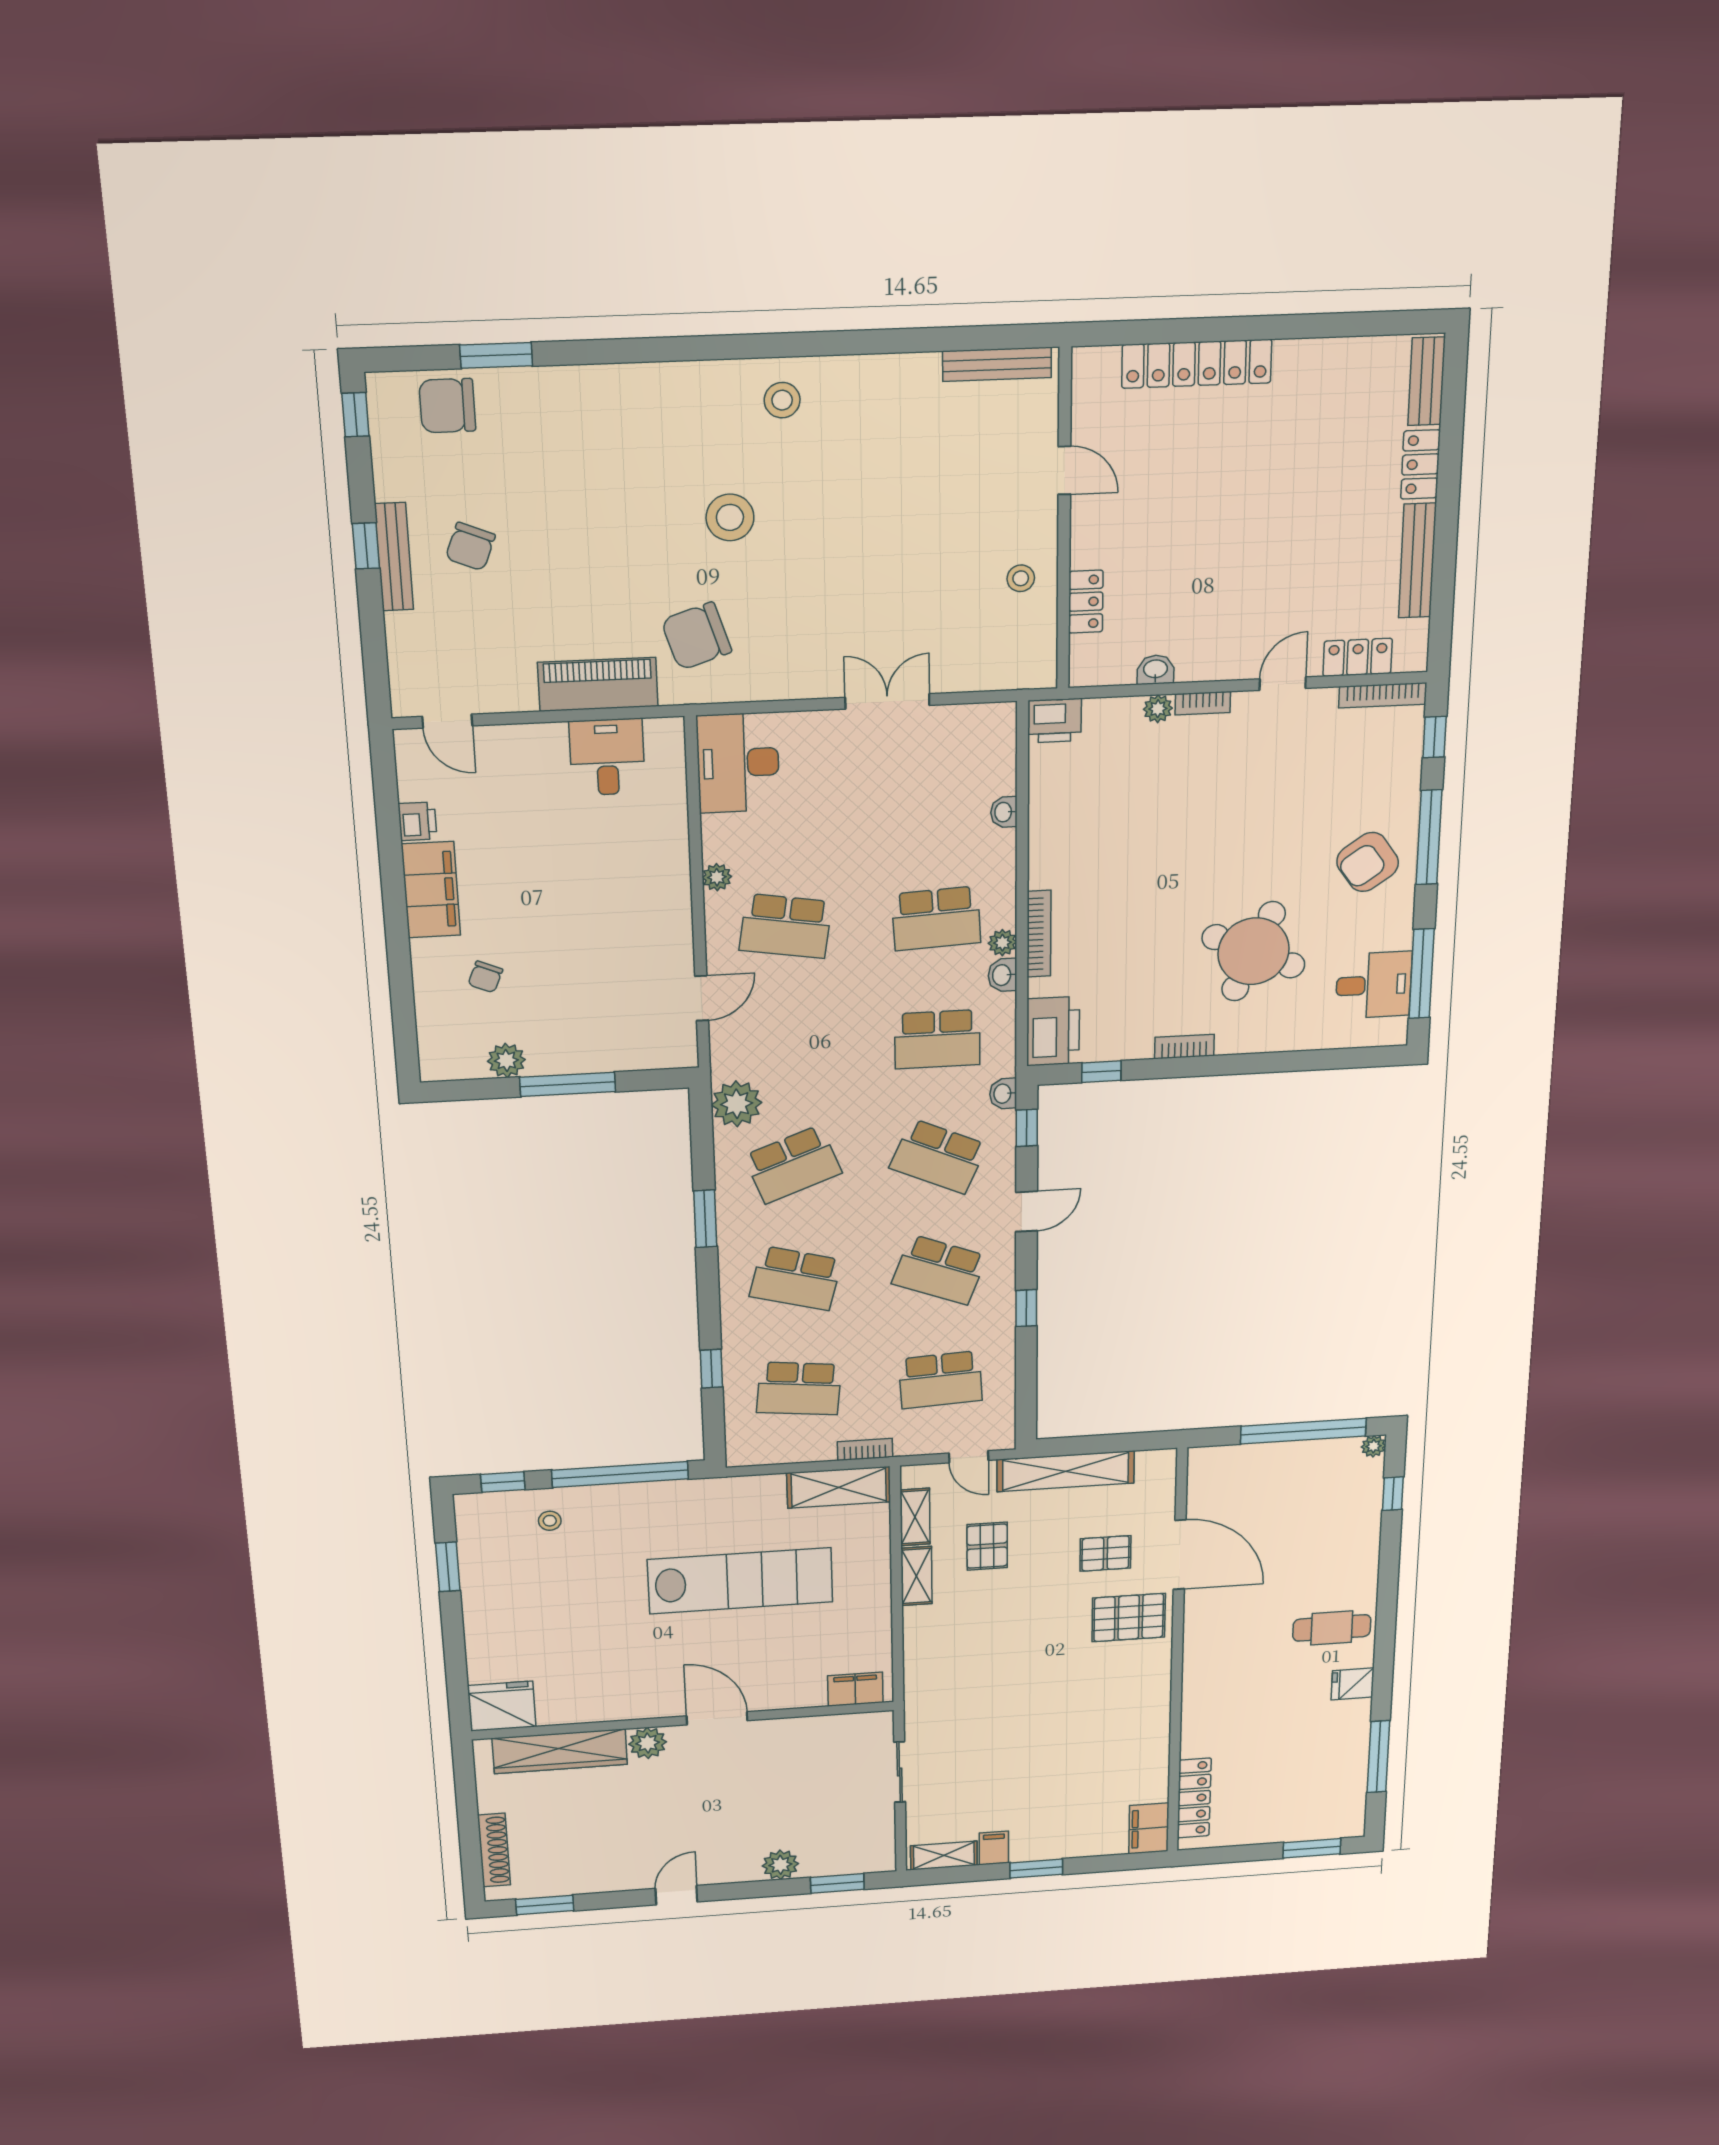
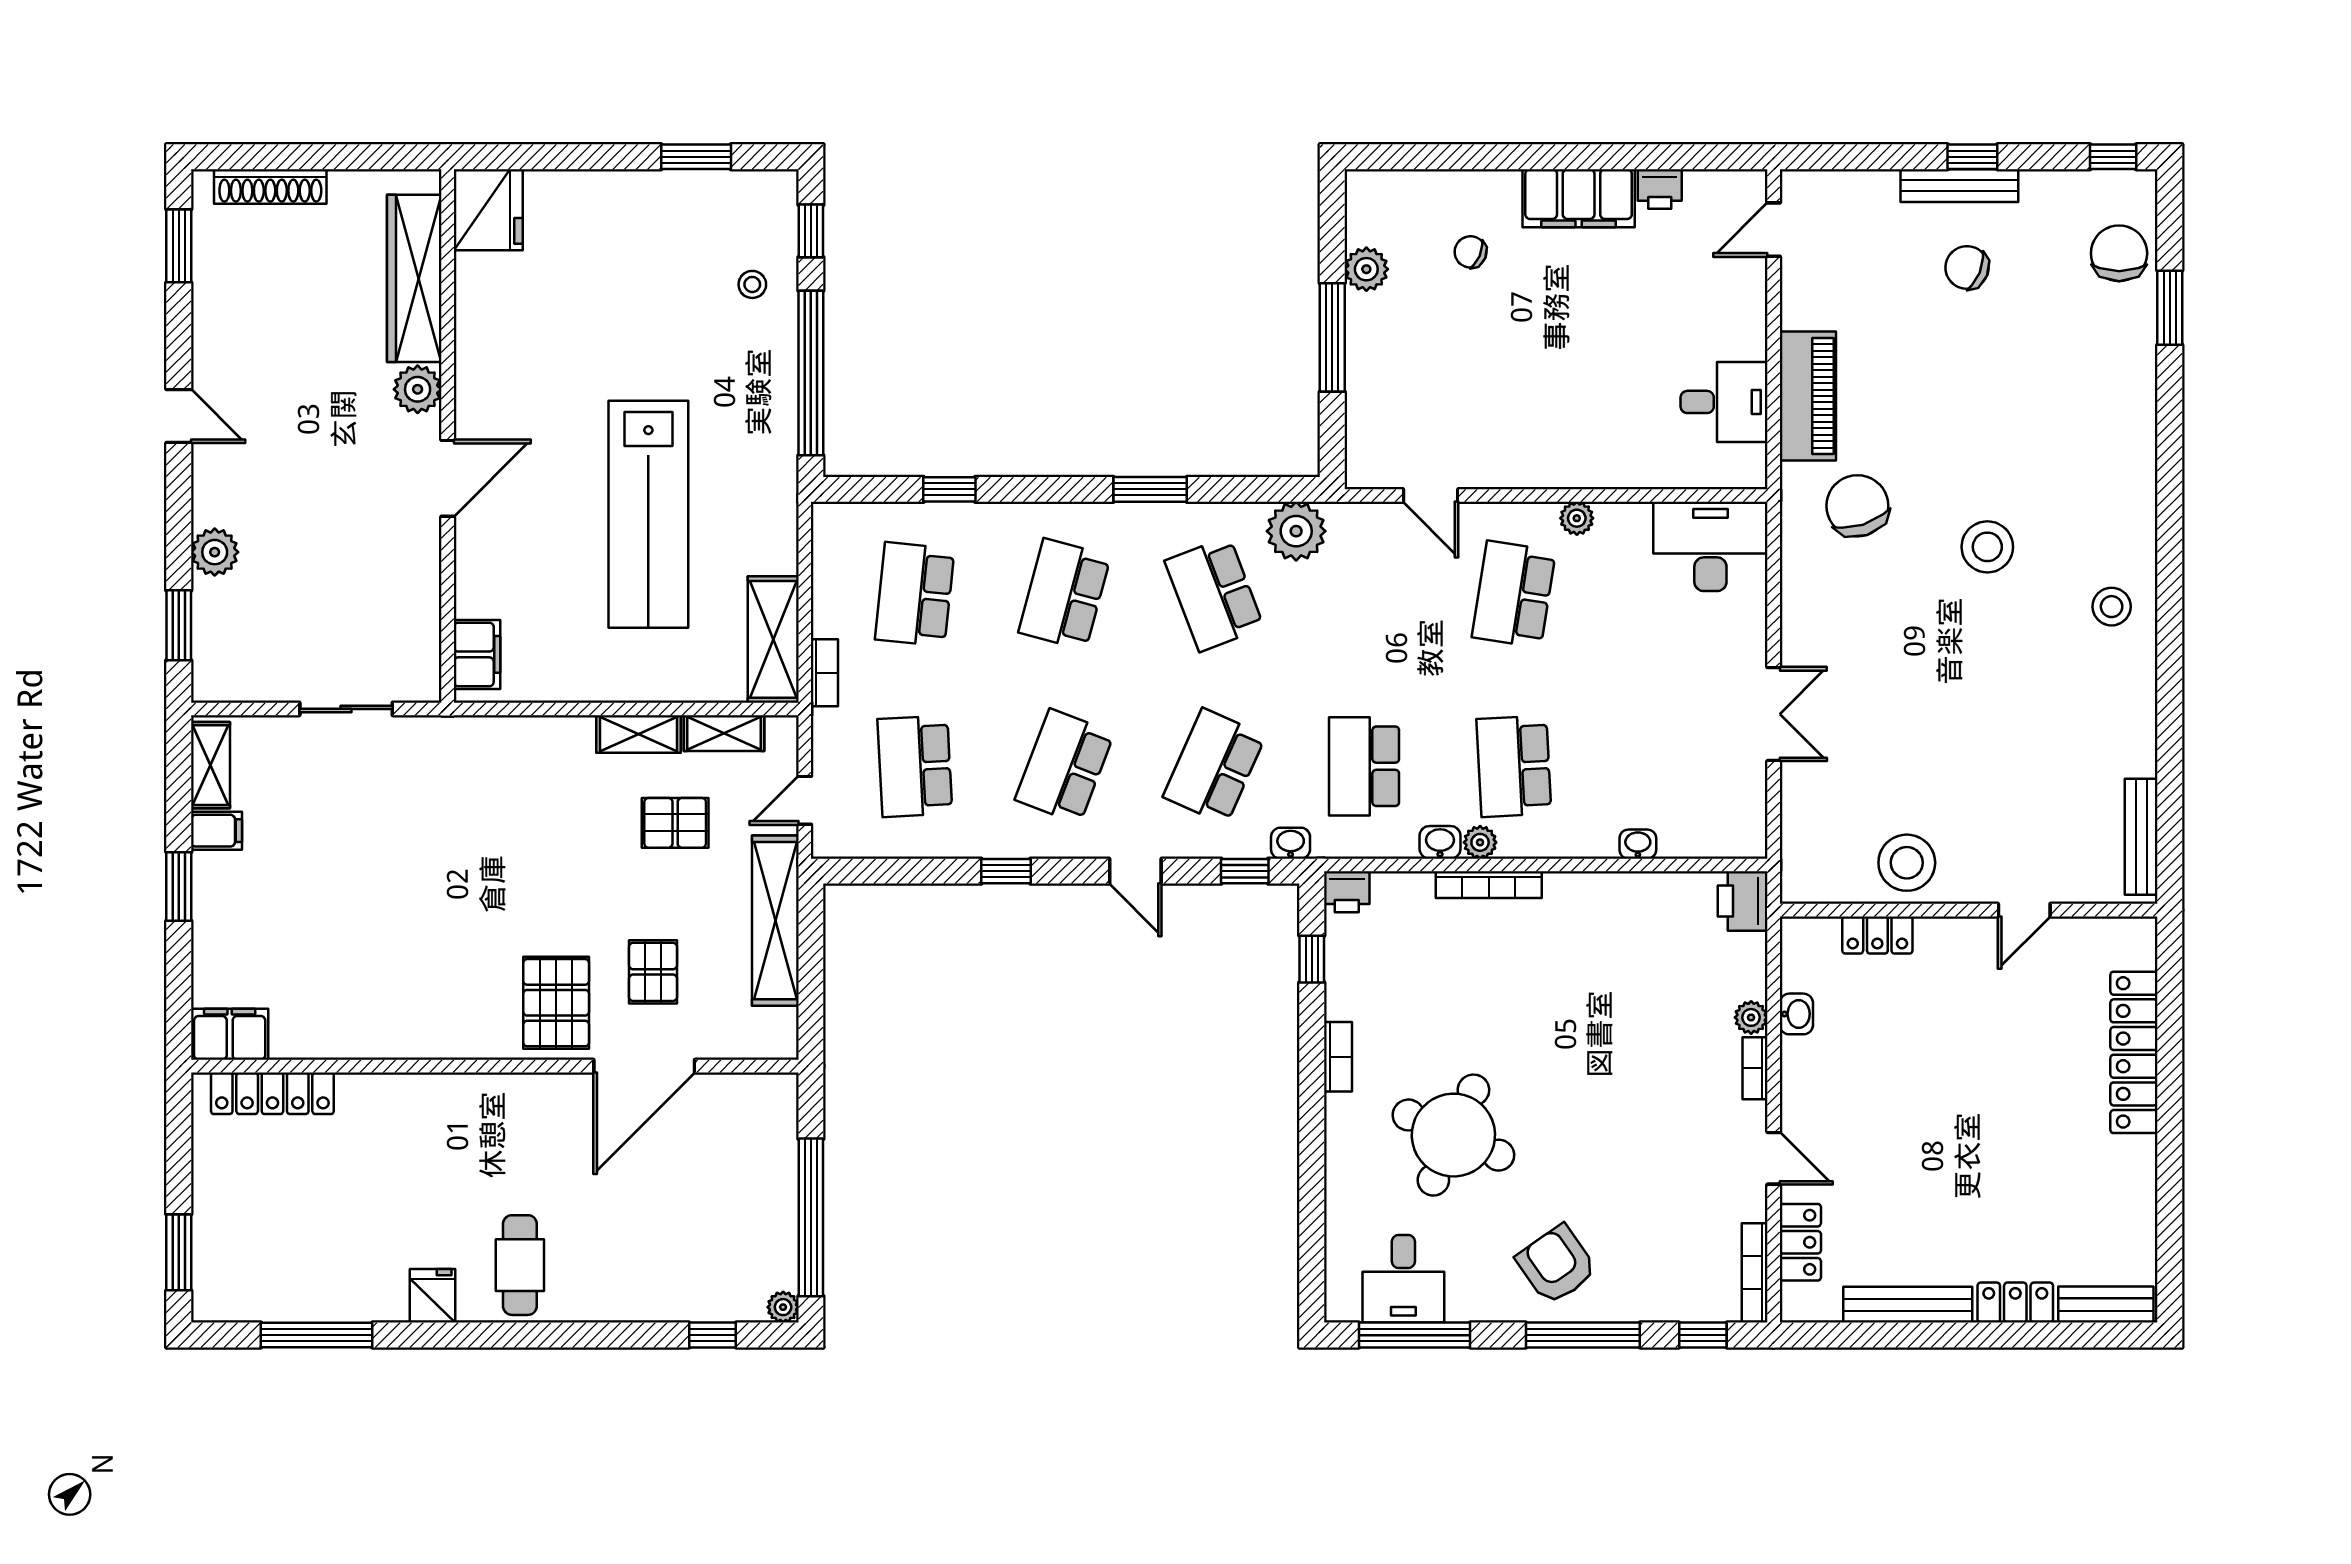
stool: (1021, 578) -> (1907, 863), width x1.89, depth x1.89
printer: (1053, 1031) -> (1347, 892), width x0.53, depth x0.68

